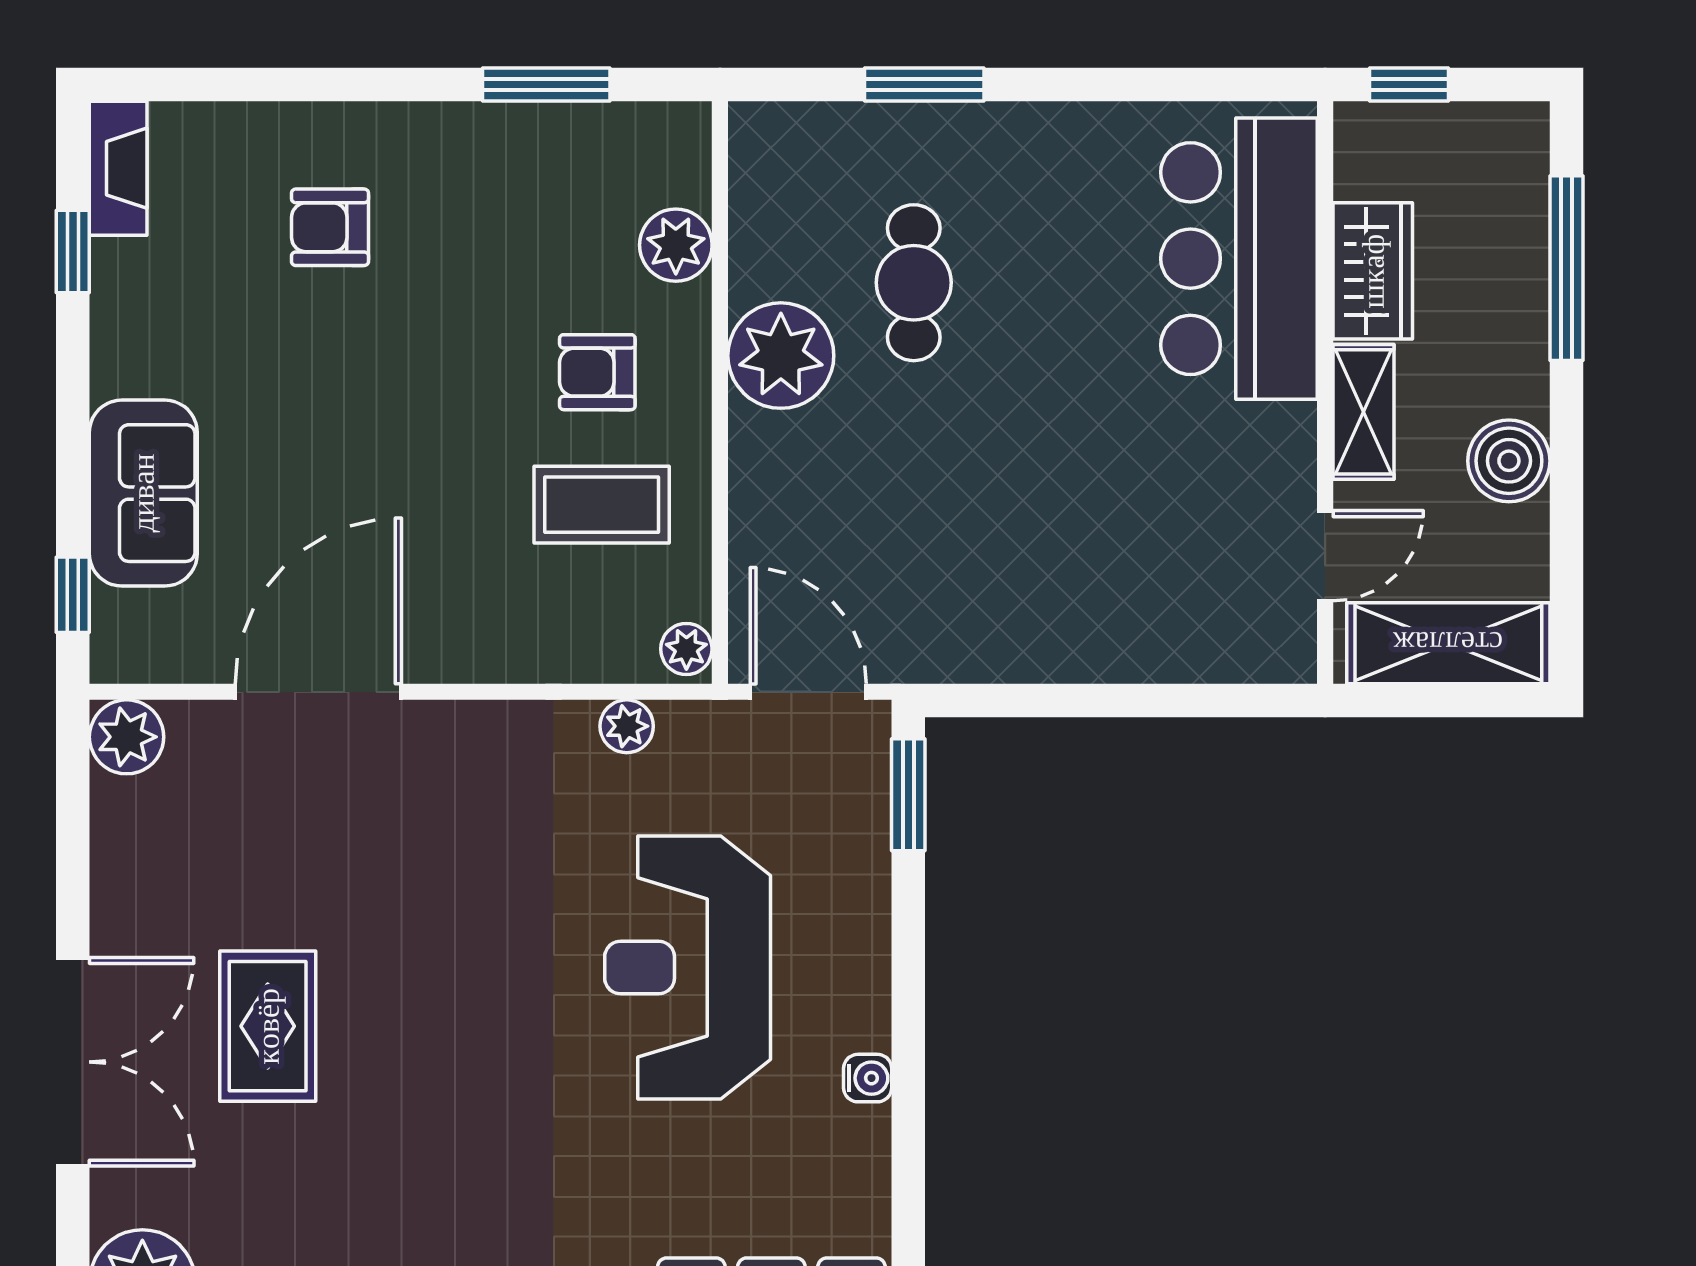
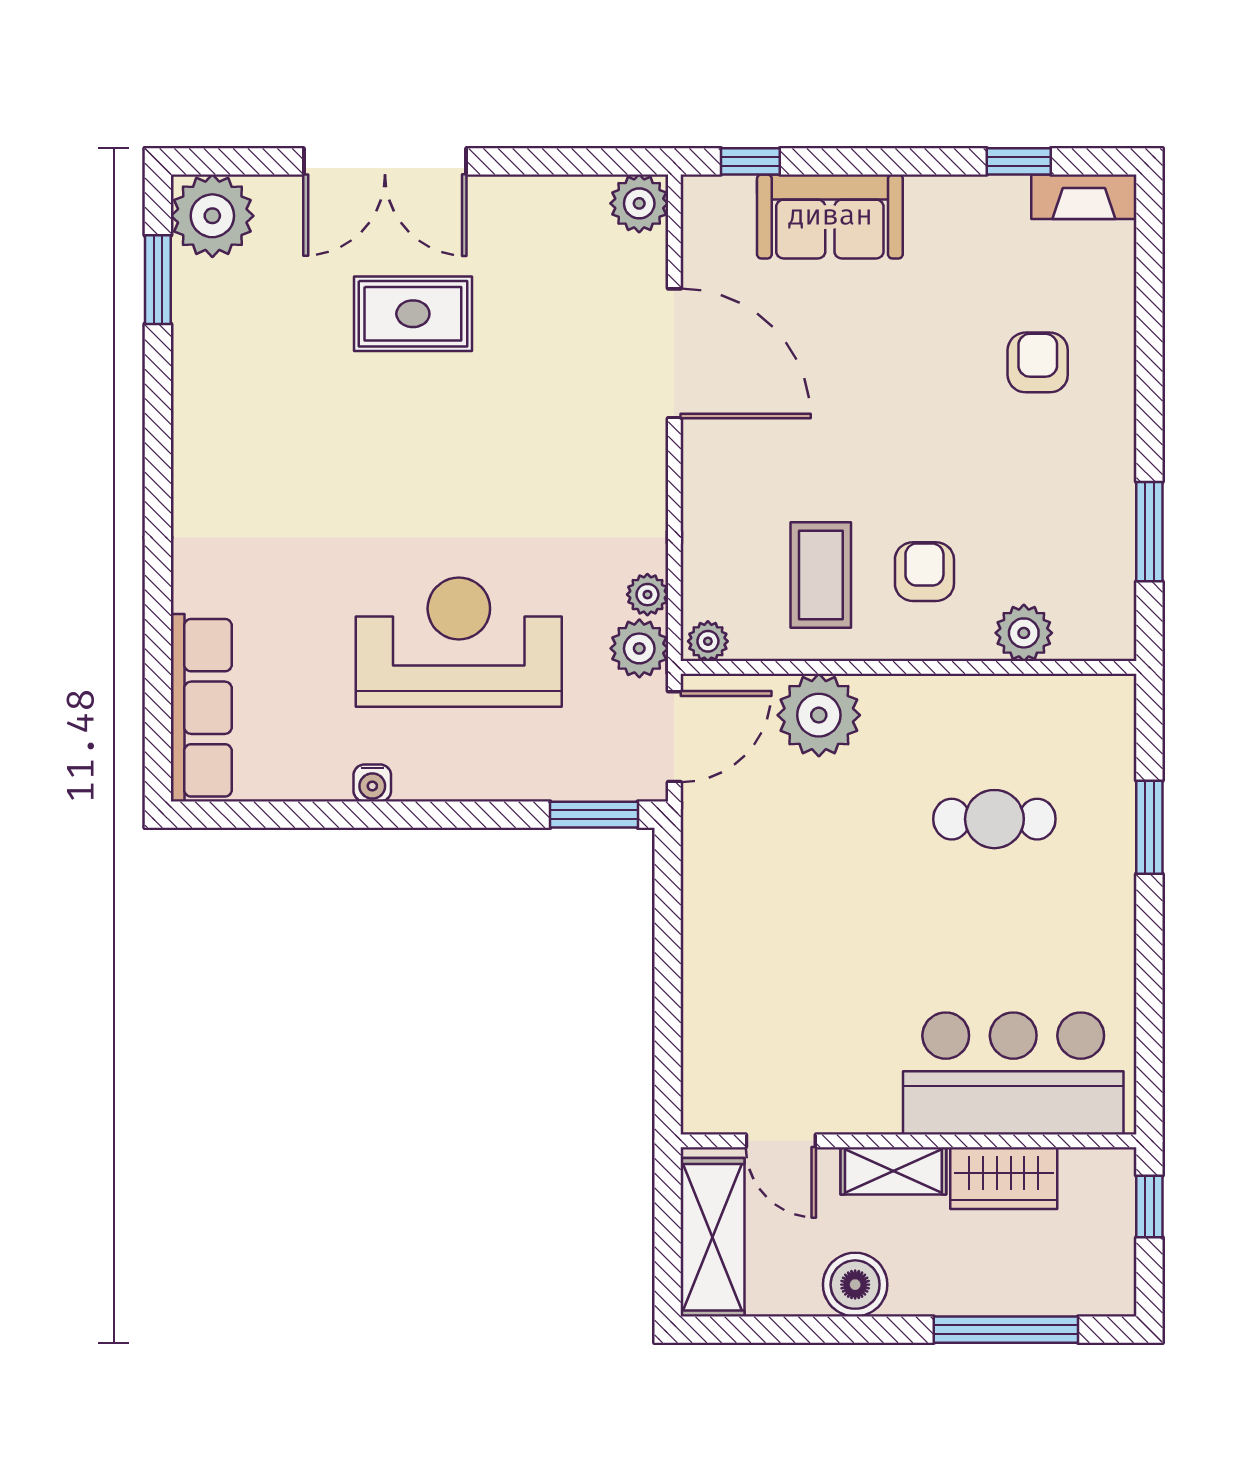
plant: (781, 356) -> (819, 715), moved
plant: (696, 737) -> (639, 648), added

